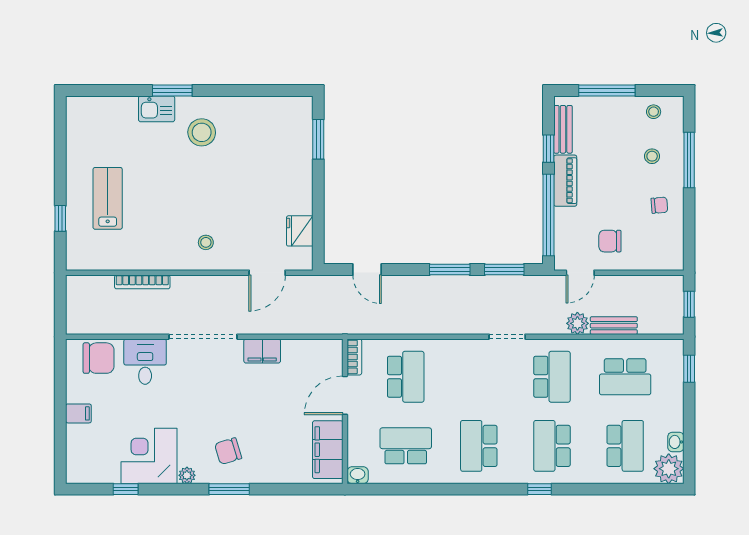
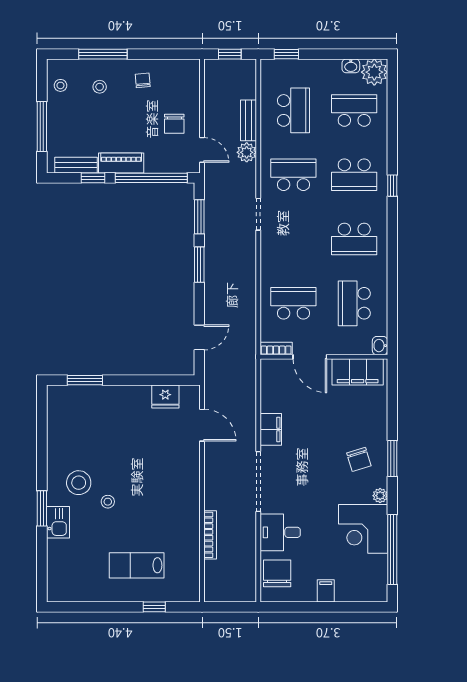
stool: (206, 242) -> (108, 502), moved
window: (126, 489) -> (392, 549), width x3.17

